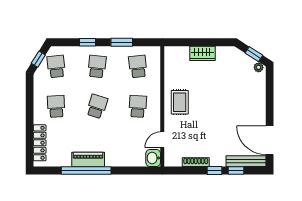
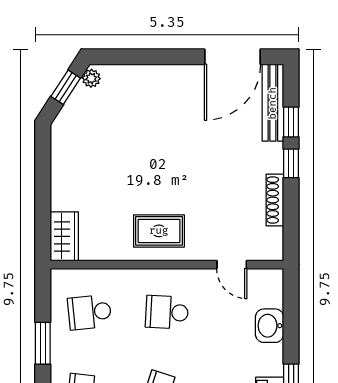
wardrobe: (202, 53) -> (64, 236), moved
washbasin: (153, 158) -> (270, 326), moved, turned 90

